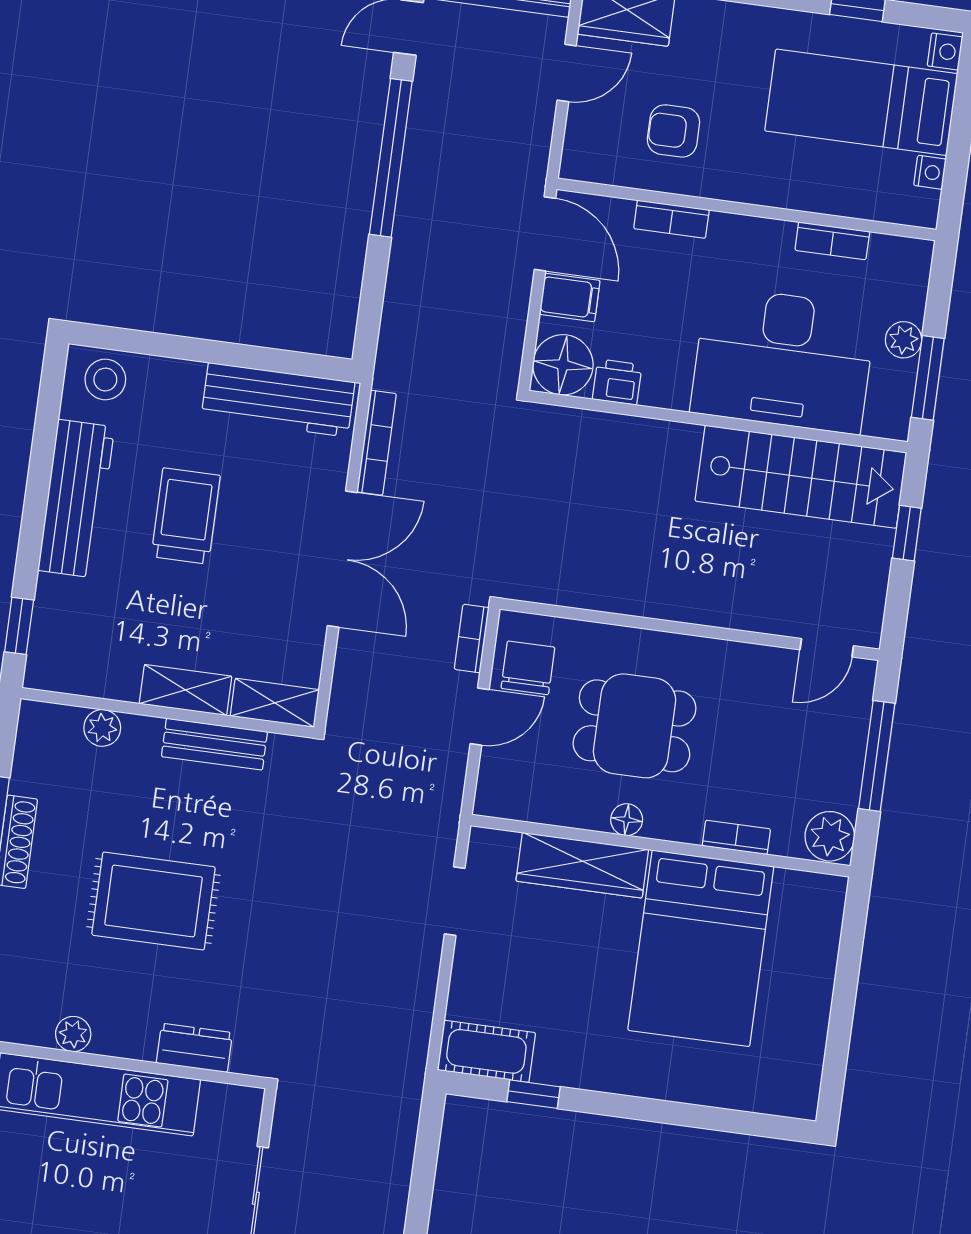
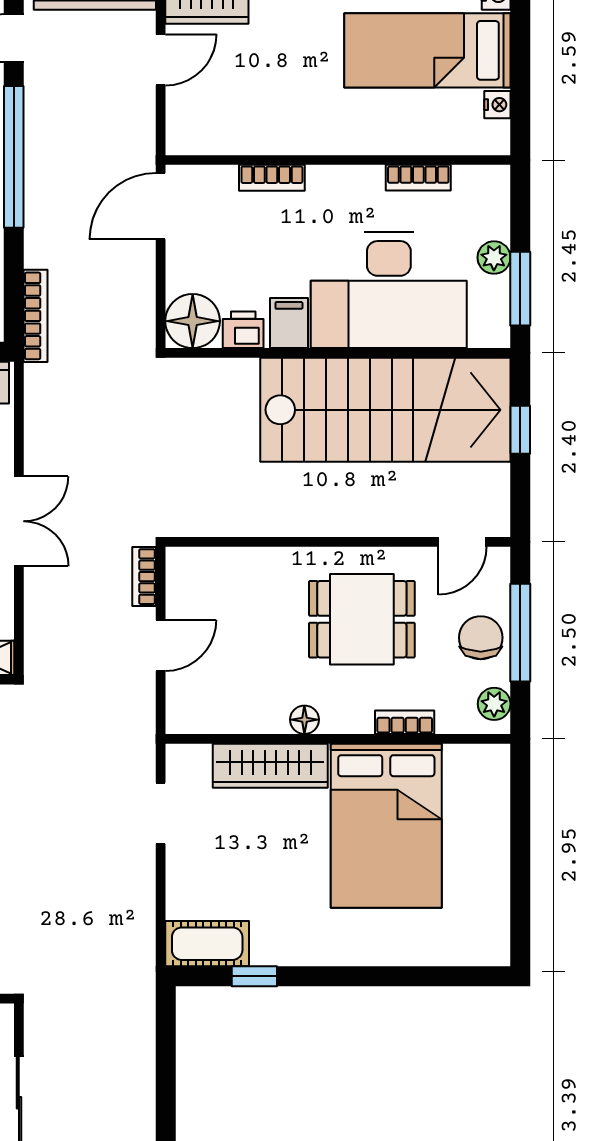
armchair: (673, 131) -> (263, 99), removed
door: (545, 234) -> (161, 206), swing flipped
filing cabinet: (570, 297) -> (289, 323), moved, turned -90
bookcase: (377, 443) -> (35, 316), moved
stairs: (801, 477) -> (385, 410), width x1.36, depth x1.51
double door: (342, 559) -> (19, 521), width x0.73
chair: (528, 668) -> (481, 638), moved
dining table: (635, 726) -> (362, 619), moved
plant: (830, 836) -> (494, 704), width x0.73, depth x0.73

